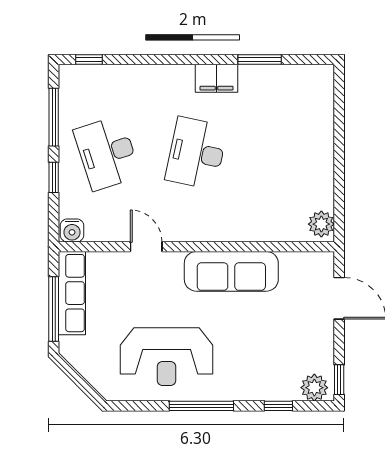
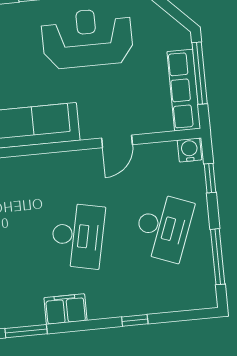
window: (89, 59) -> (135, 320), moved
desk: (107, 153) -> (163, 227), turned 39
window: (54, 177) -> (210, 178), moved
door: (146, 247) -> (117, 141), hinge flipped

